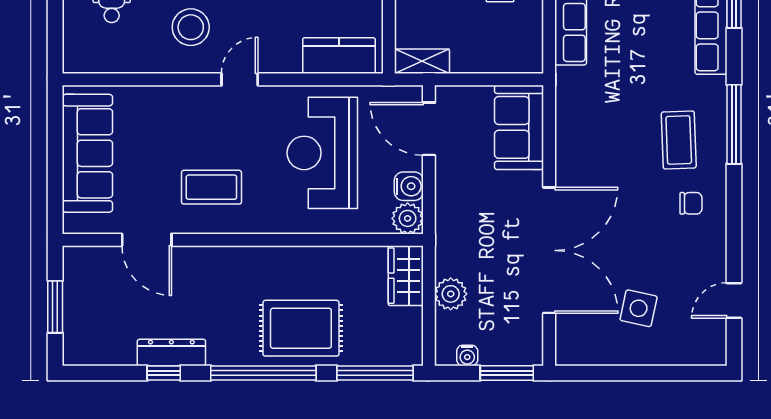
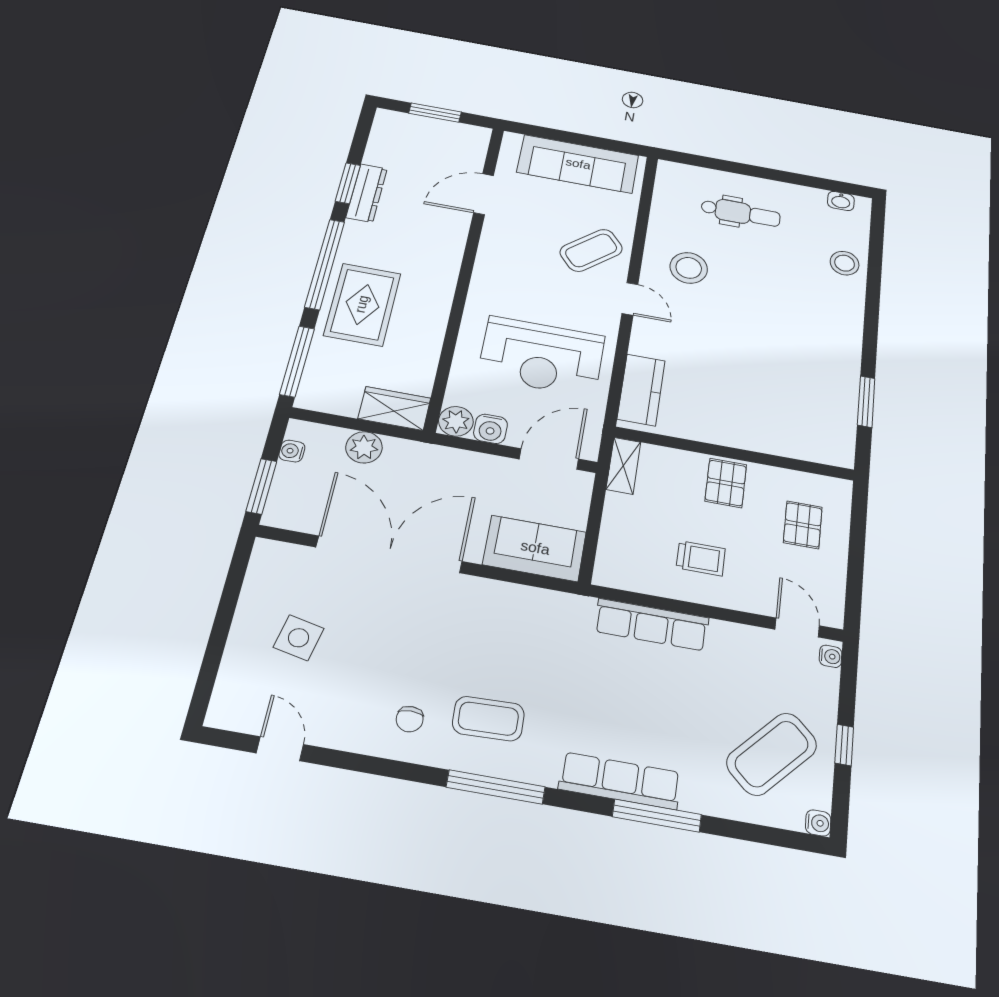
reception desk: (322, 153) -> (542, 356), turned 180
coffee table: (211, 187) -> (591, 250), moved, turned 50
double door: (549, 250) -> (389, 554), swing flipped
window: (164, 373) -> (348, 183), width x1.50

